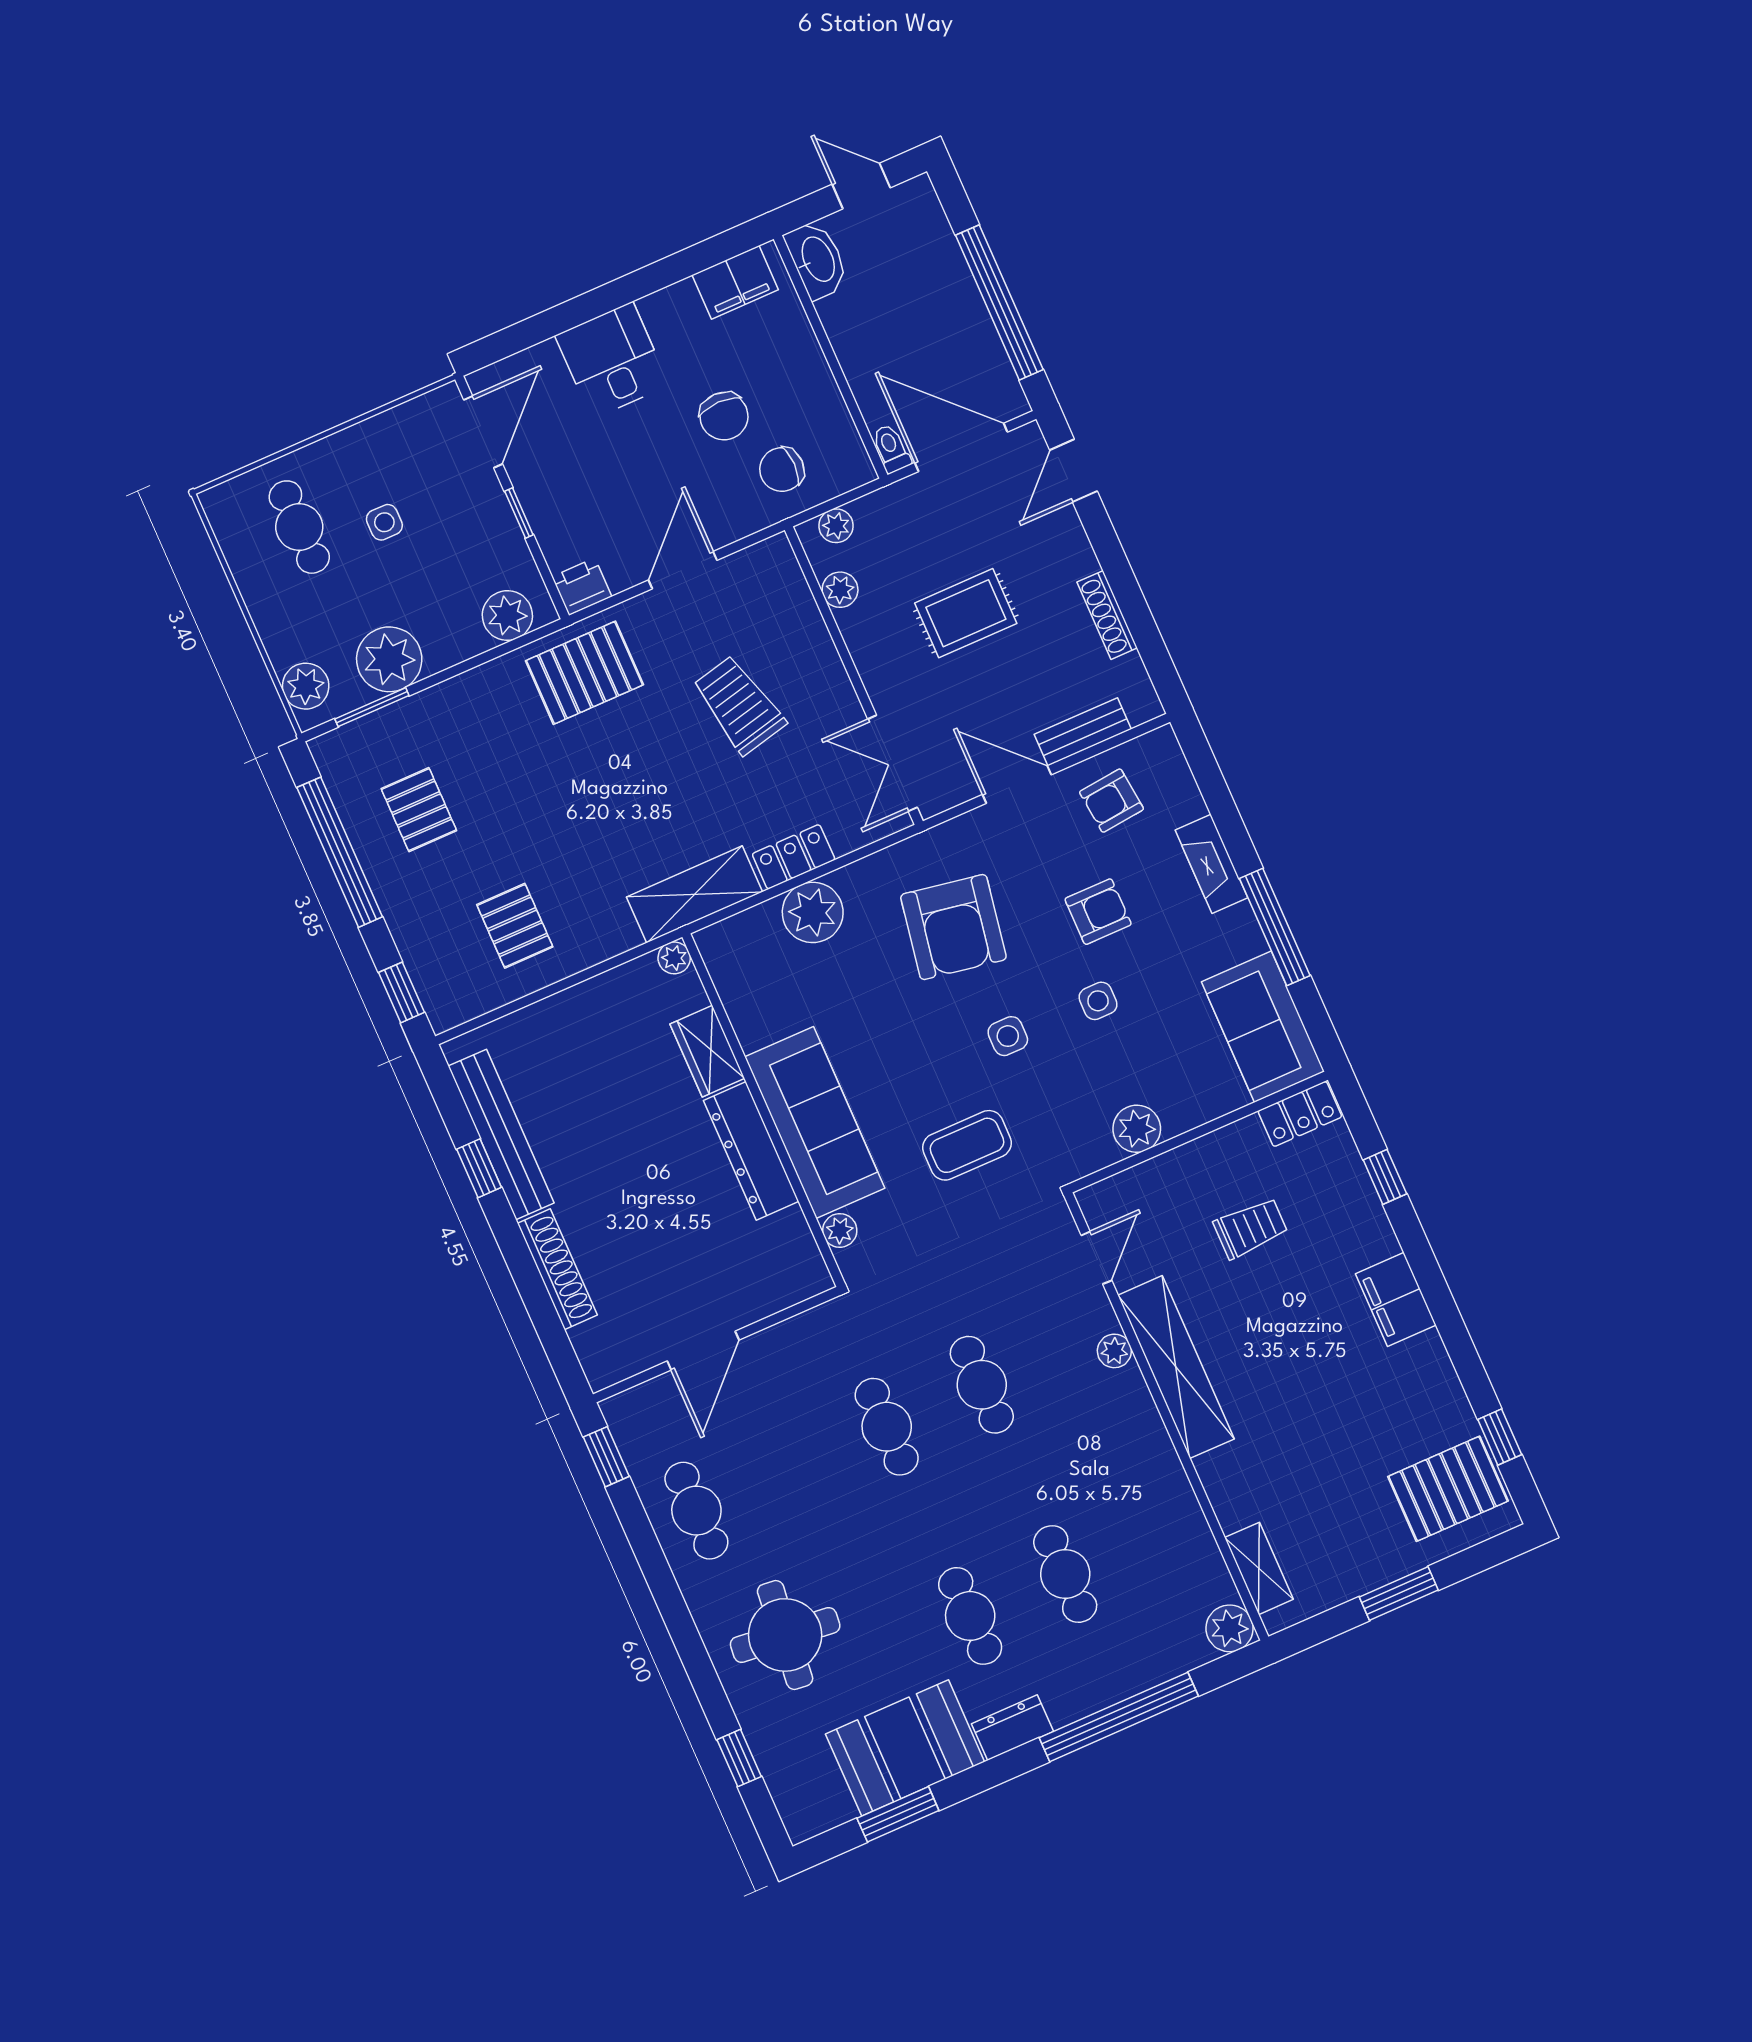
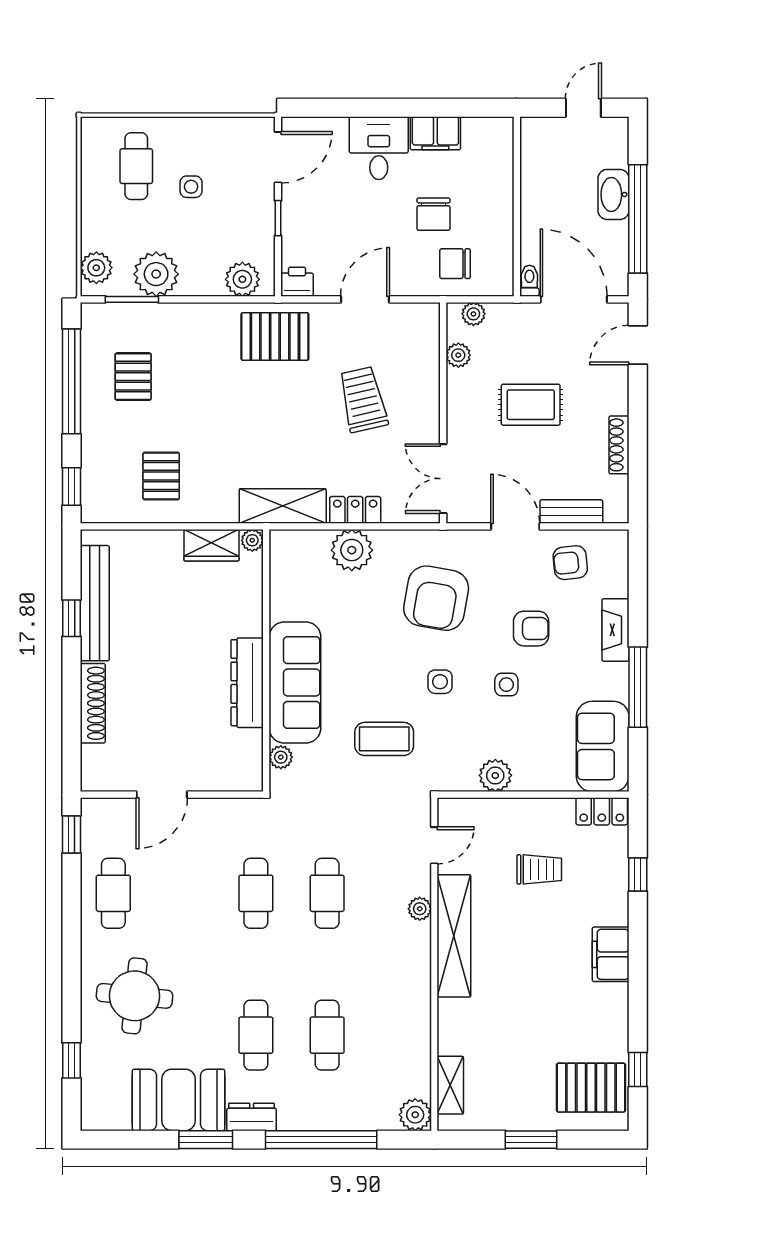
door: (861, 186) -> (583, 108), hinge flipped
washbasin: (817, 260) -> (613, 194), moved, turned 180
filing cabinet: (735, 282) -> (435, 133), moved
wardrobe: (707, 1051) -> (211, 545), moved, turned -90
window: (898, 1814) -> (206, 1140), moved

